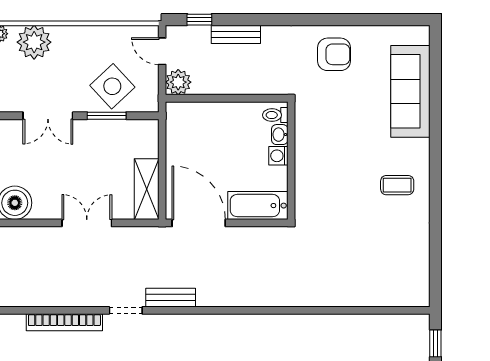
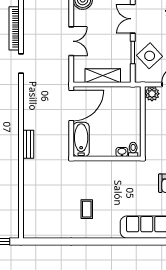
washing machine: (278, 156) -> (110, 151), removed
coffee table: (397, 185) -> (87, 209), moved
shelving: (147, 189) -> (103, 76), moved
bench: (171, 298) -> (28, 144), moved

